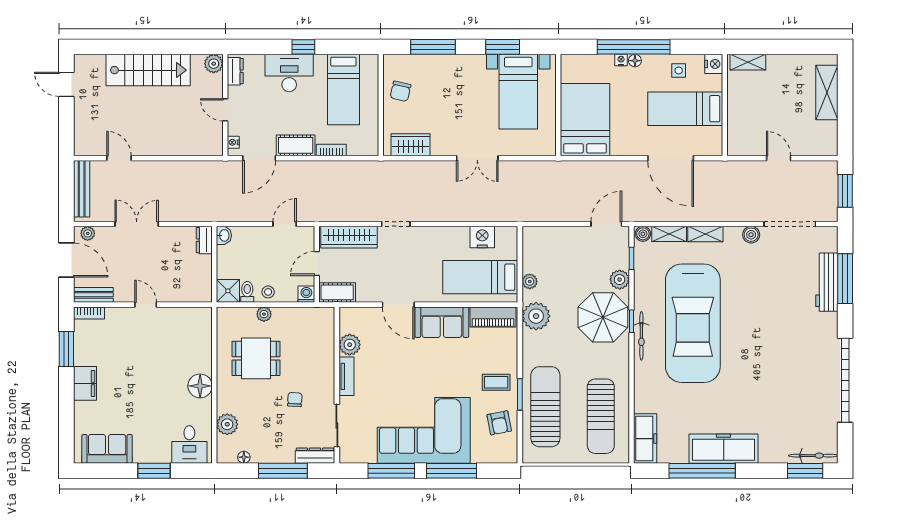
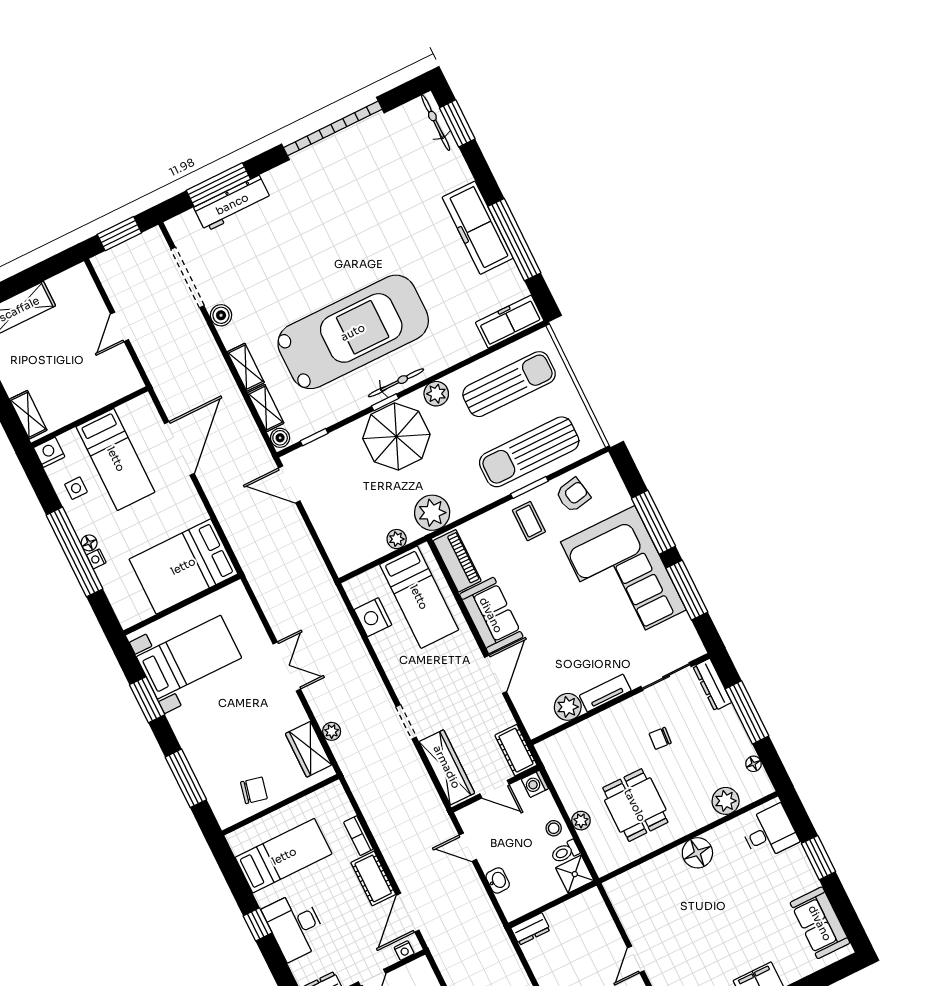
door: (259, 158) -> (408, 913), swing flipped
plant: (415, 167) -> (332, 731), added
washbasin: (224, 235) -> (498, 880), moved, turned 90
plant: (620, 280) -> (436, 394), moved

